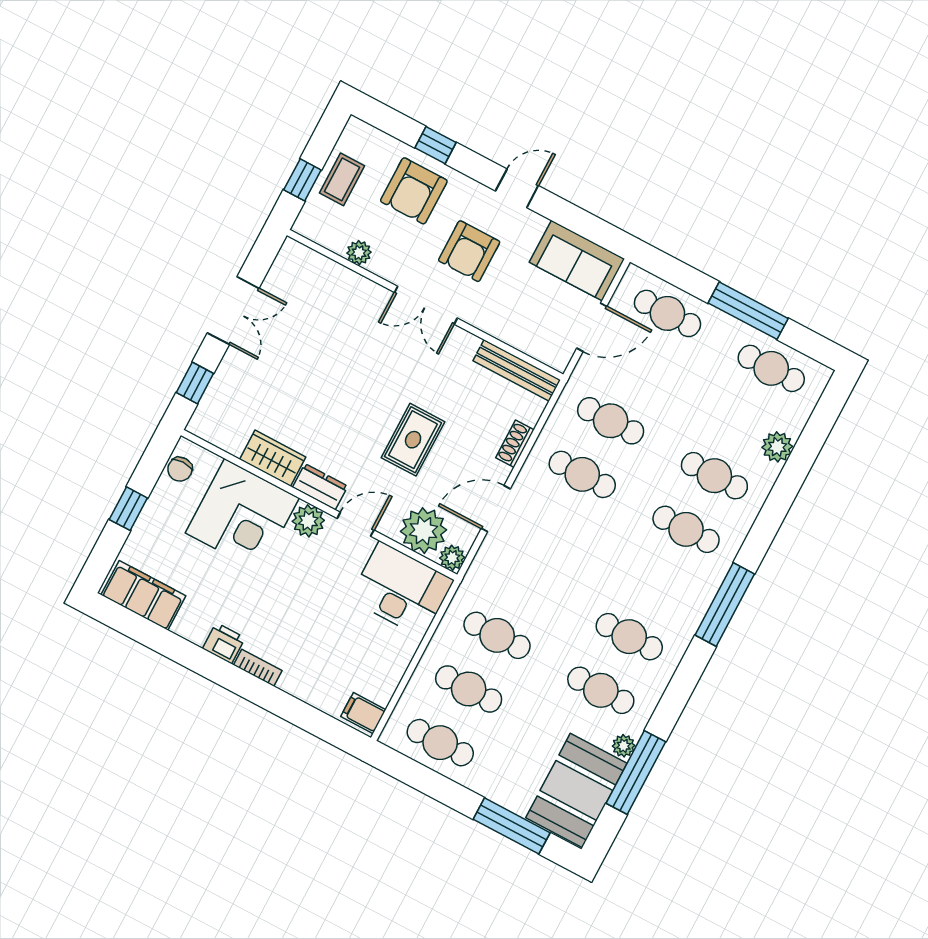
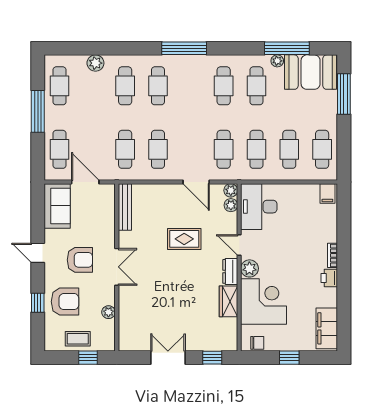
shoe rack: (515, 444) -> (160, 189), removed
plant: (423, 531) -> (231, 205), width x0.53, depth x0.53
cafe table: (525, 582) -> (224, 149), added

